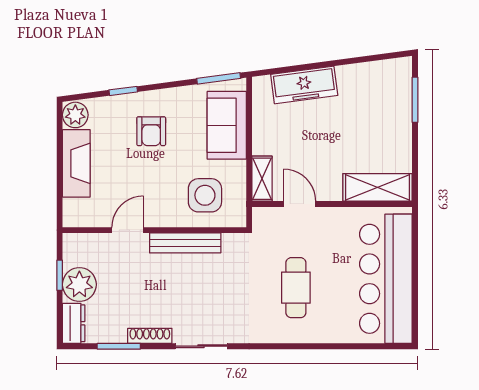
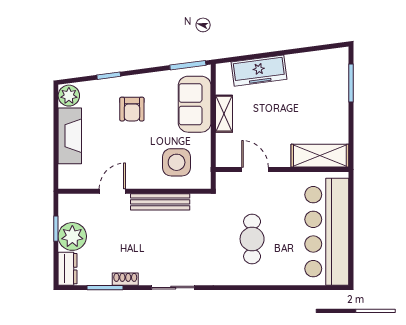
shelving: (262, 179) -> (224, 114), moved
shoe rack: (150, 336) -> (125, 279), width x0.70

